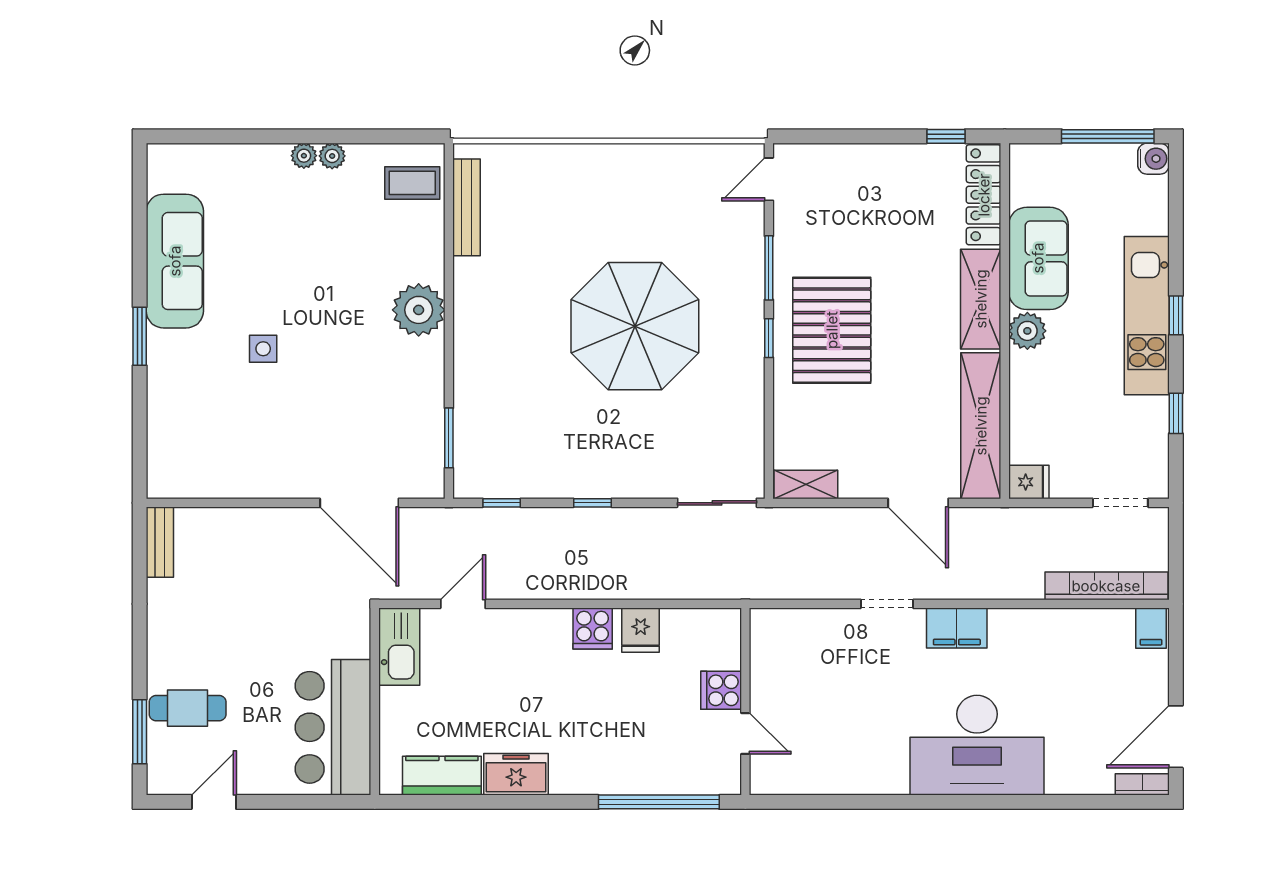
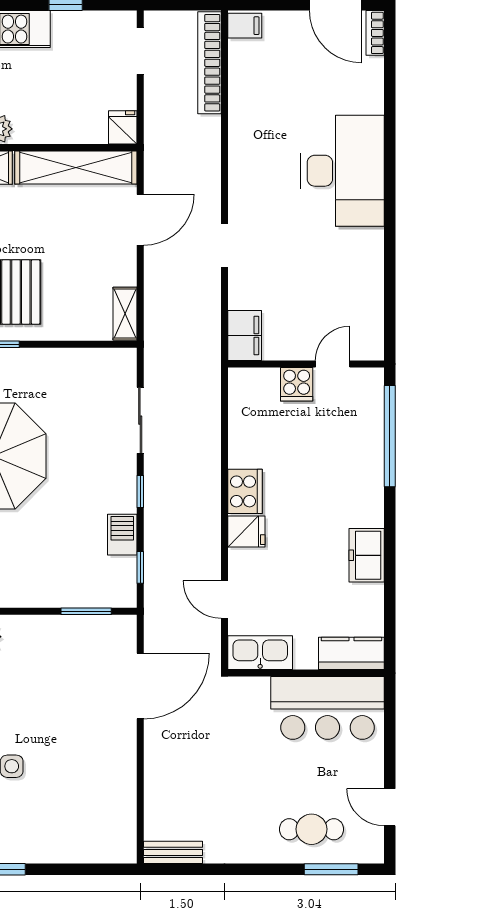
barbecue: (541, 481) -> (122, 535), added
sliding door: (717, 503) -> (140, 420), moved
filing cabinet: (957, 628) -> (245, 335), moved
cooker: (593, 629) -> (245, 491), width x1.36
fridge: (641, 630) -> (246, 531), moved
cafe table: (188, 708) -> (312, 829), turned 90
kitchen counter: (442, 776) -> (351, 653), moved, turned 90

